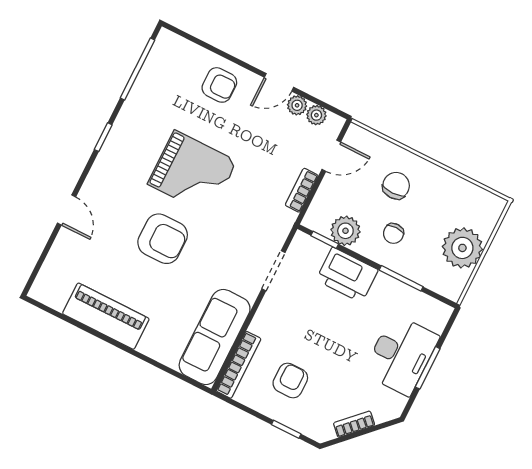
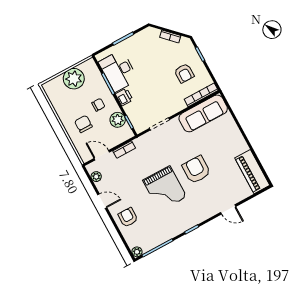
plant: (297, 105) -> (137, 252), moved
grand piano: (192, 173) -> (165, 189), turned 180
chair: (396, 186) -> (83, 124), turned 90
door: (67, 210) -> (228, 209), swing flipped
printer: (347, 275) -> (124, 97), width x0.53, depth x0.68
piano: (106, 316) -> (252, 172), moved
desk: (401, 355) -> (118, 71), moved, turned -90
armchair: (290, 381) -> (184, 73), turned -90

